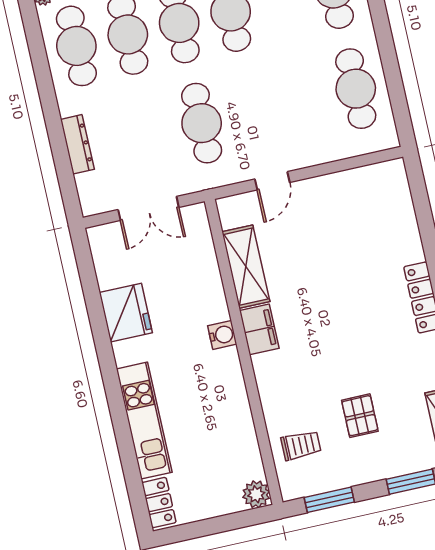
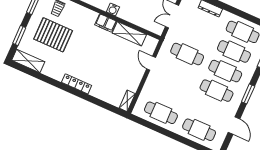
shelving: (382, 173) -> (127, 101), added
pallet: (360, 416) -> (53, 35), width x2.05, depth x2.00

